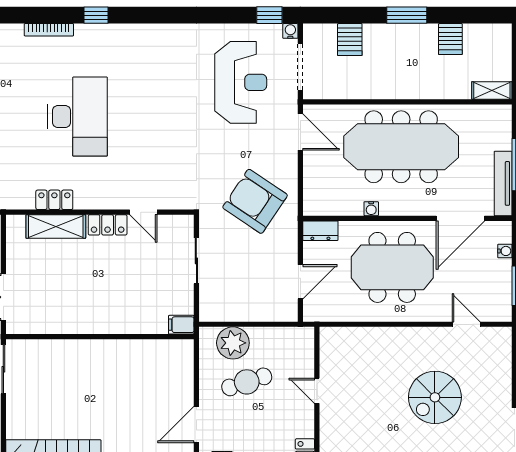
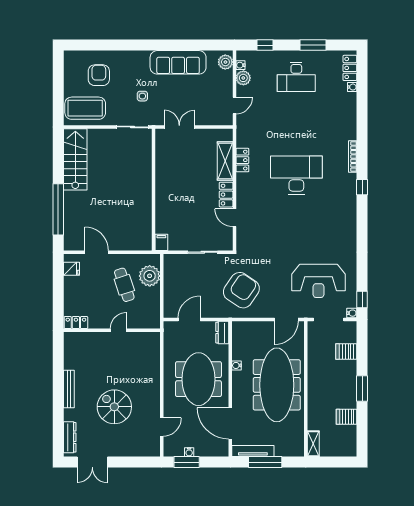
desk: (78, 117) -> (296, 175), turned 180
door: (143, 212) -> (234, 218), hinge flipped
water cooler: (505, 251) -> (189, 452), moved
door: (300, 282) -> (189, 320), swing flipped

